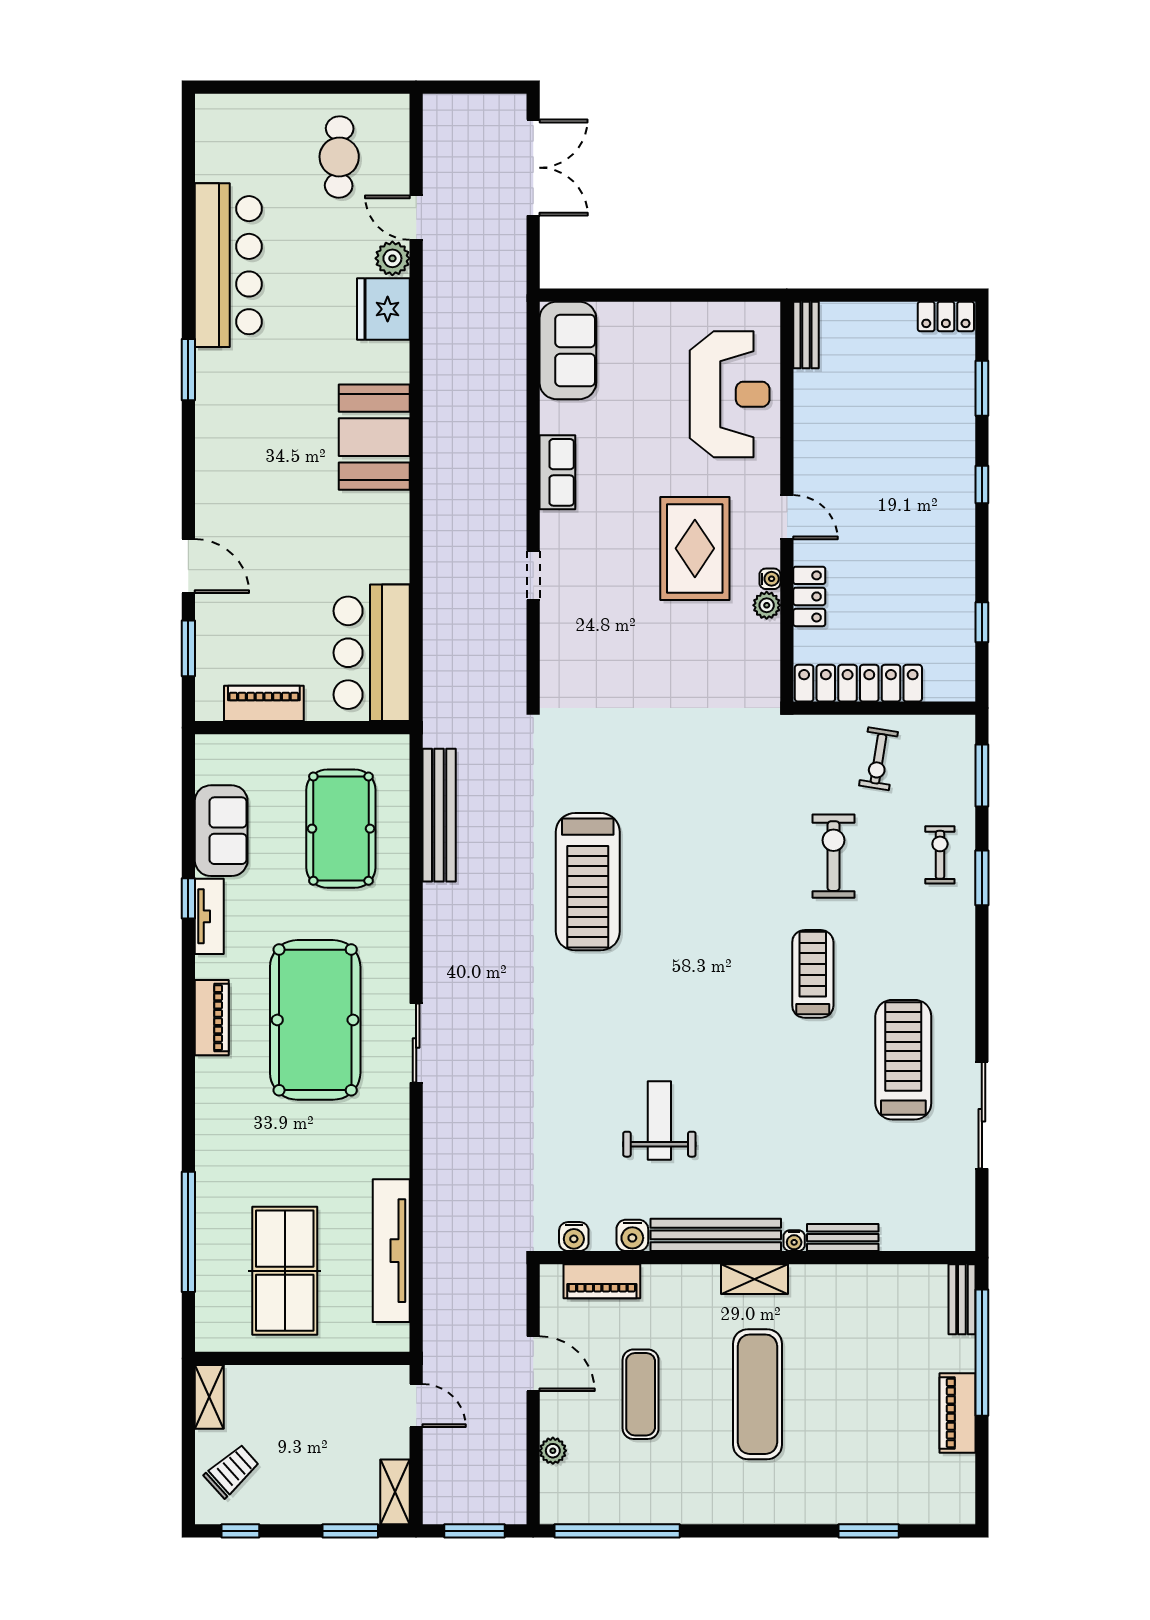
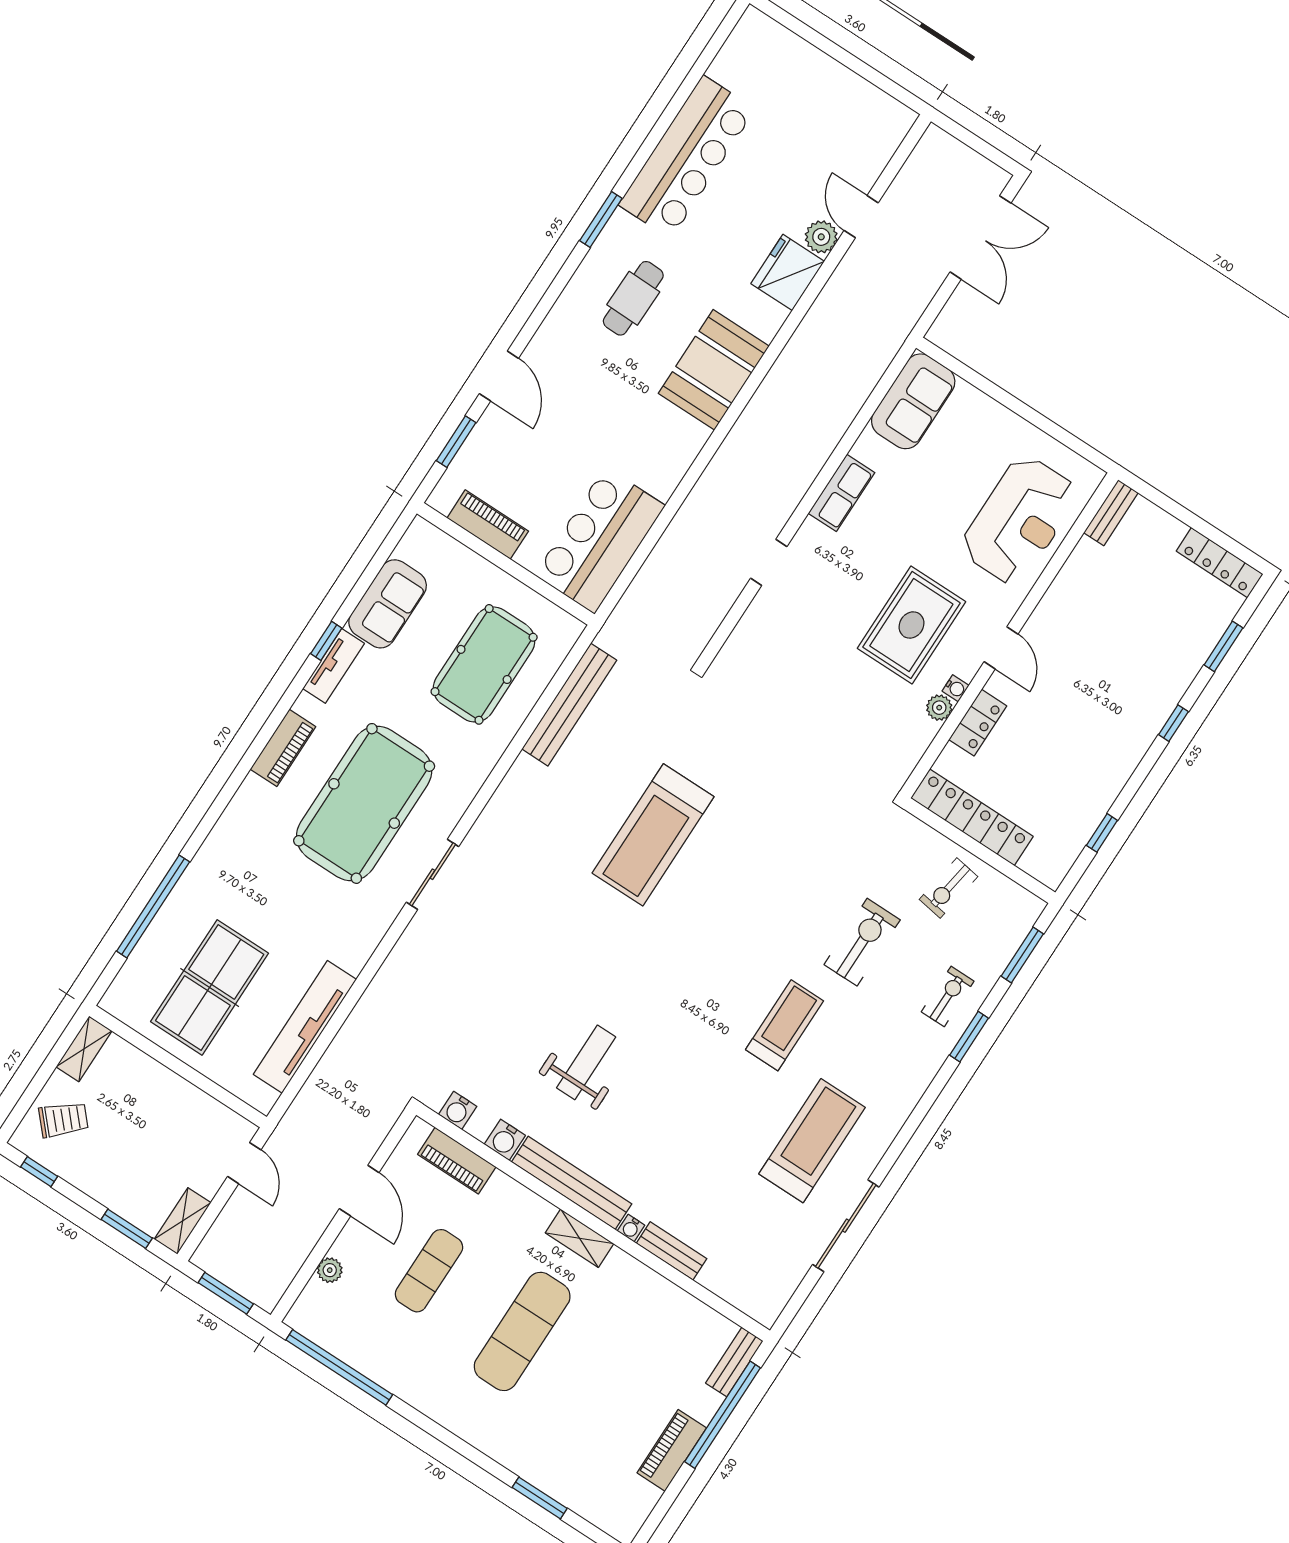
cafe table: (339, 157) -> (633, 298), moved
locker: (946, 317) -> (1220, 563), width x1.53

